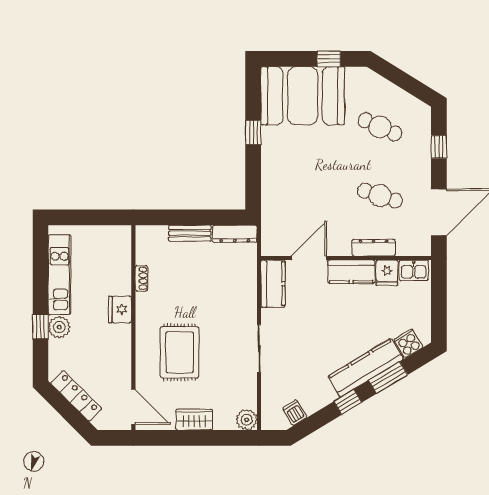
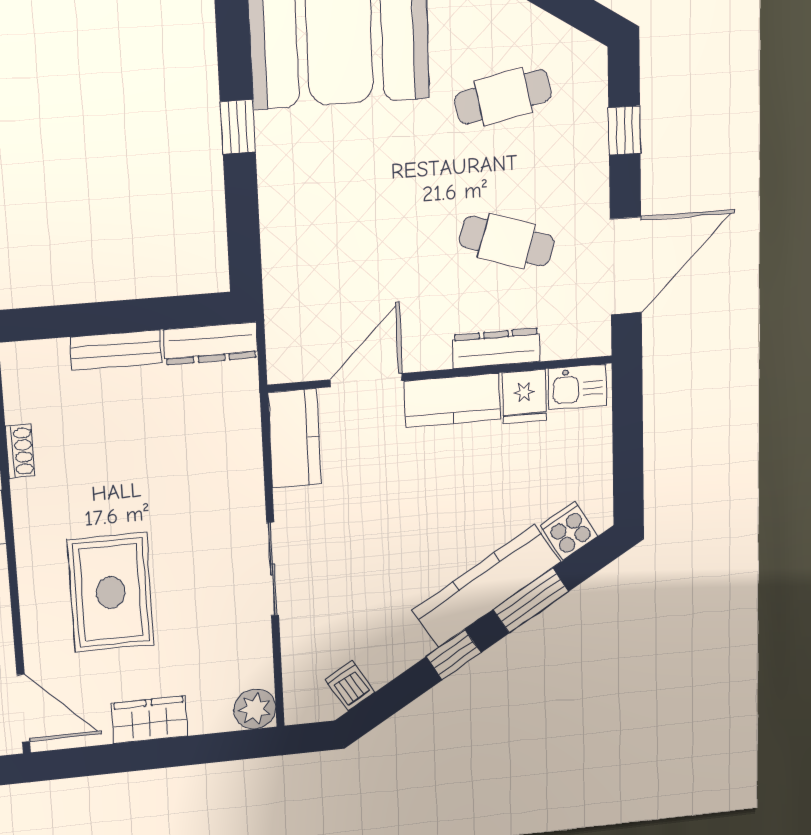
cafe table: (380, 127) -> (503, 97), turned -36

